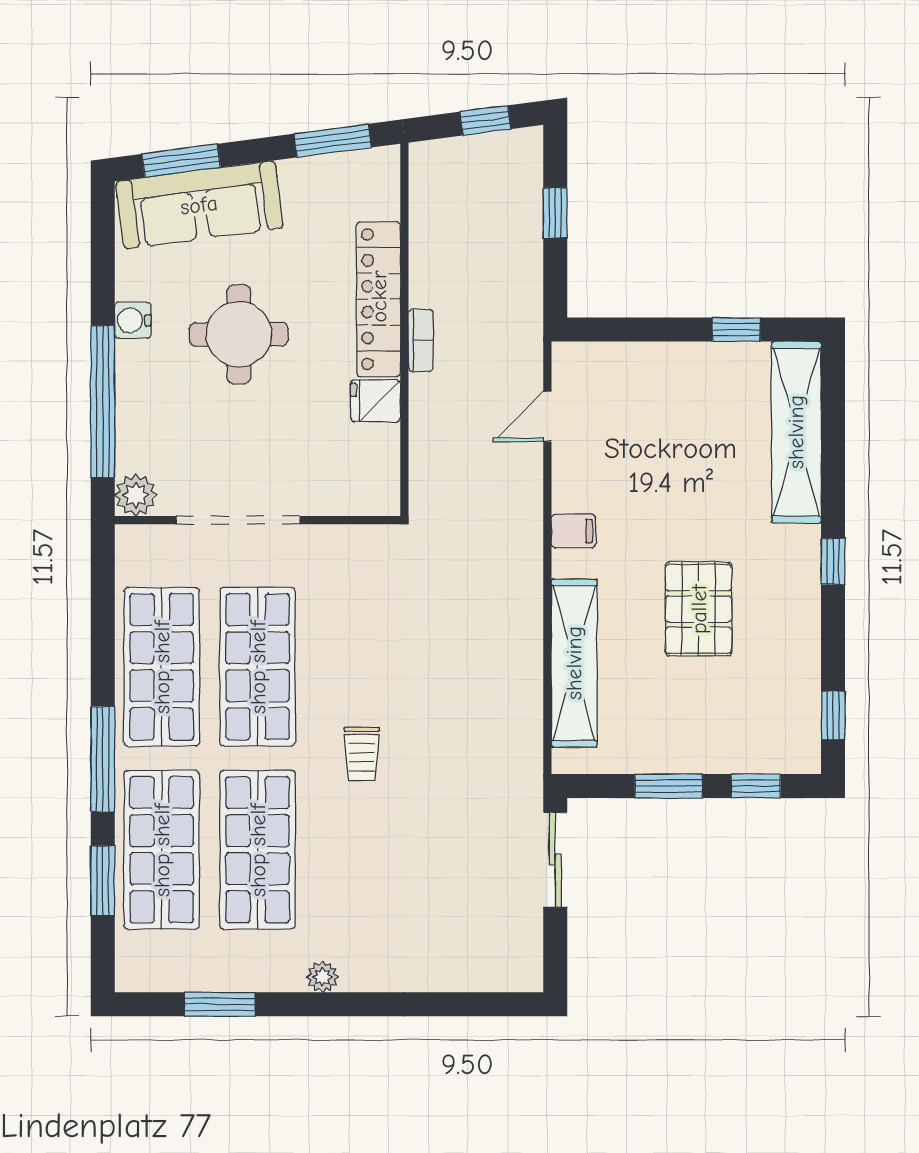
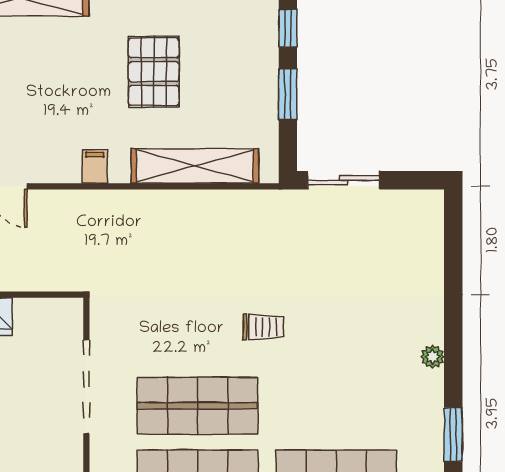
doorway: (238, 520) -> (86, 387), moved
pallet: (699, 609) -> (154, 72), turned 90
shop shelf: (258, 850) -> (336, 406), removed

